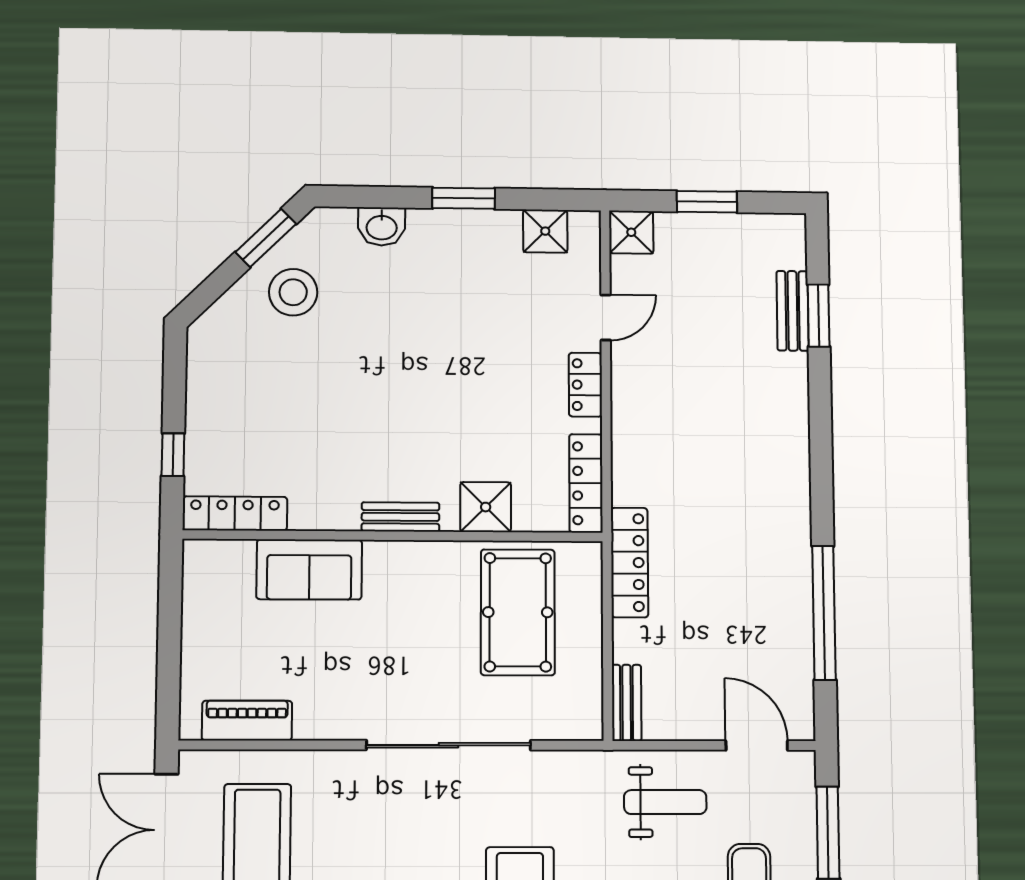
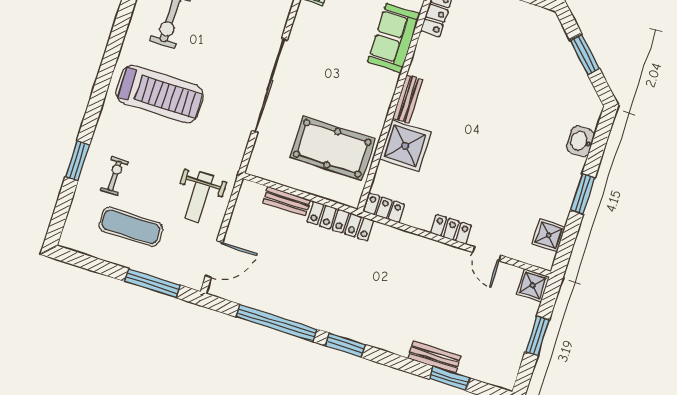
window: (266, 238) -> (585, 55), moved
stool: (293, 292) -> (557, 78), removed
bench: (793, 311) -> (434, 357), moved
locker: (586, 483) -> (384, 208), width x0.66
window: (822, 493) -> (345, 345), added
shower: (486, 507) -> (405, 146), width x1.36, depth x1.36
bench: (627, 703) -> (287, 201), moved

